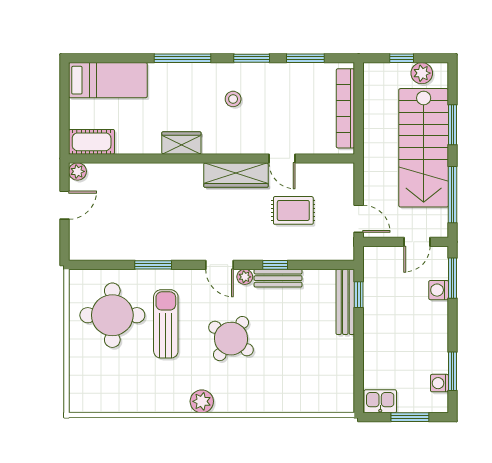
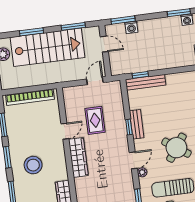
stool: (233, 99) -> (33, 165), width x1.89, depth x1.89
window: (453, 195) -> (73, 26), width x0.69
plant: (245, 277) -> (142, 172), moved

